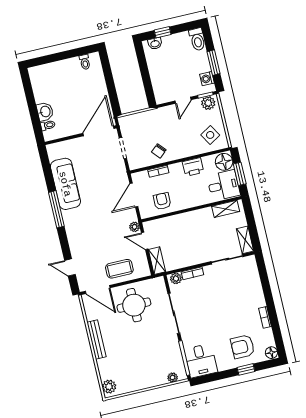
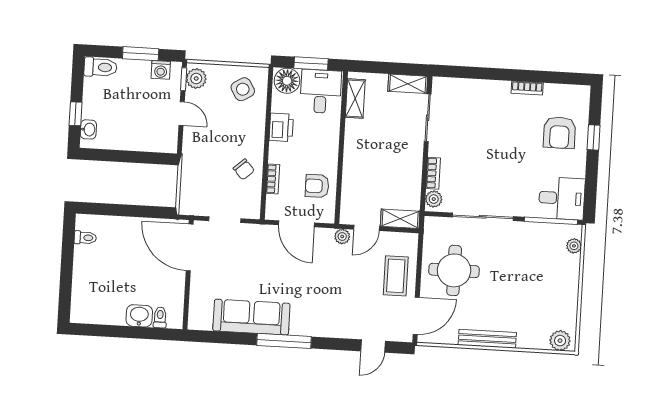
floor lamp: (271, 353) -> (580, 94), removed

